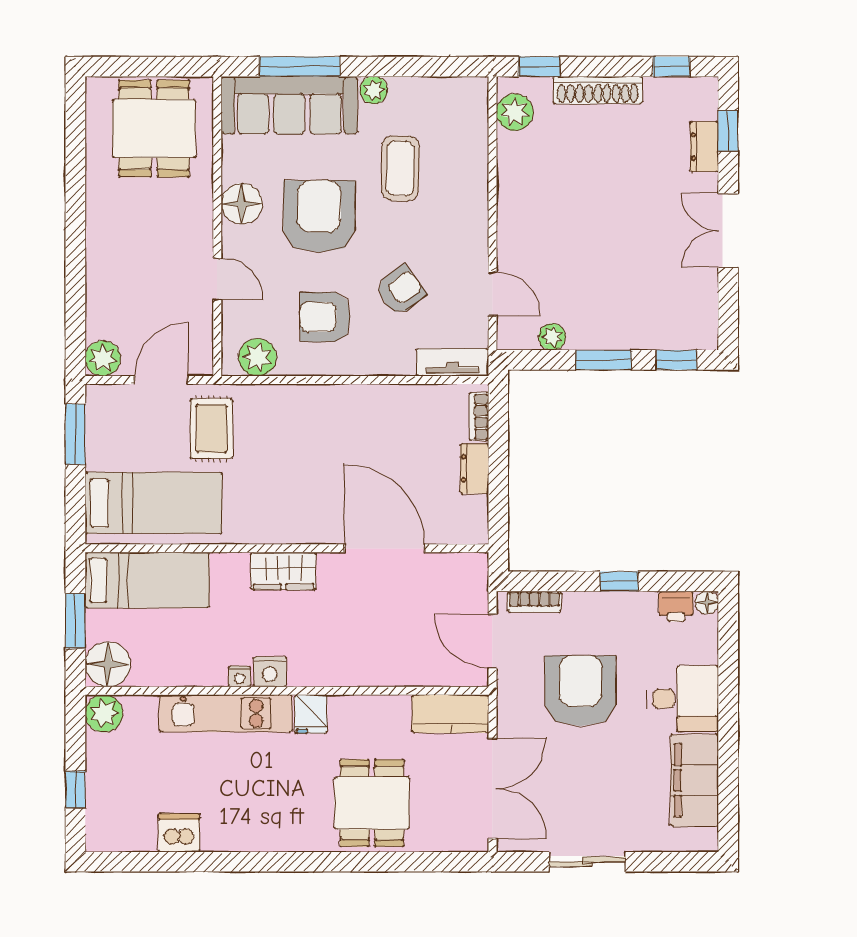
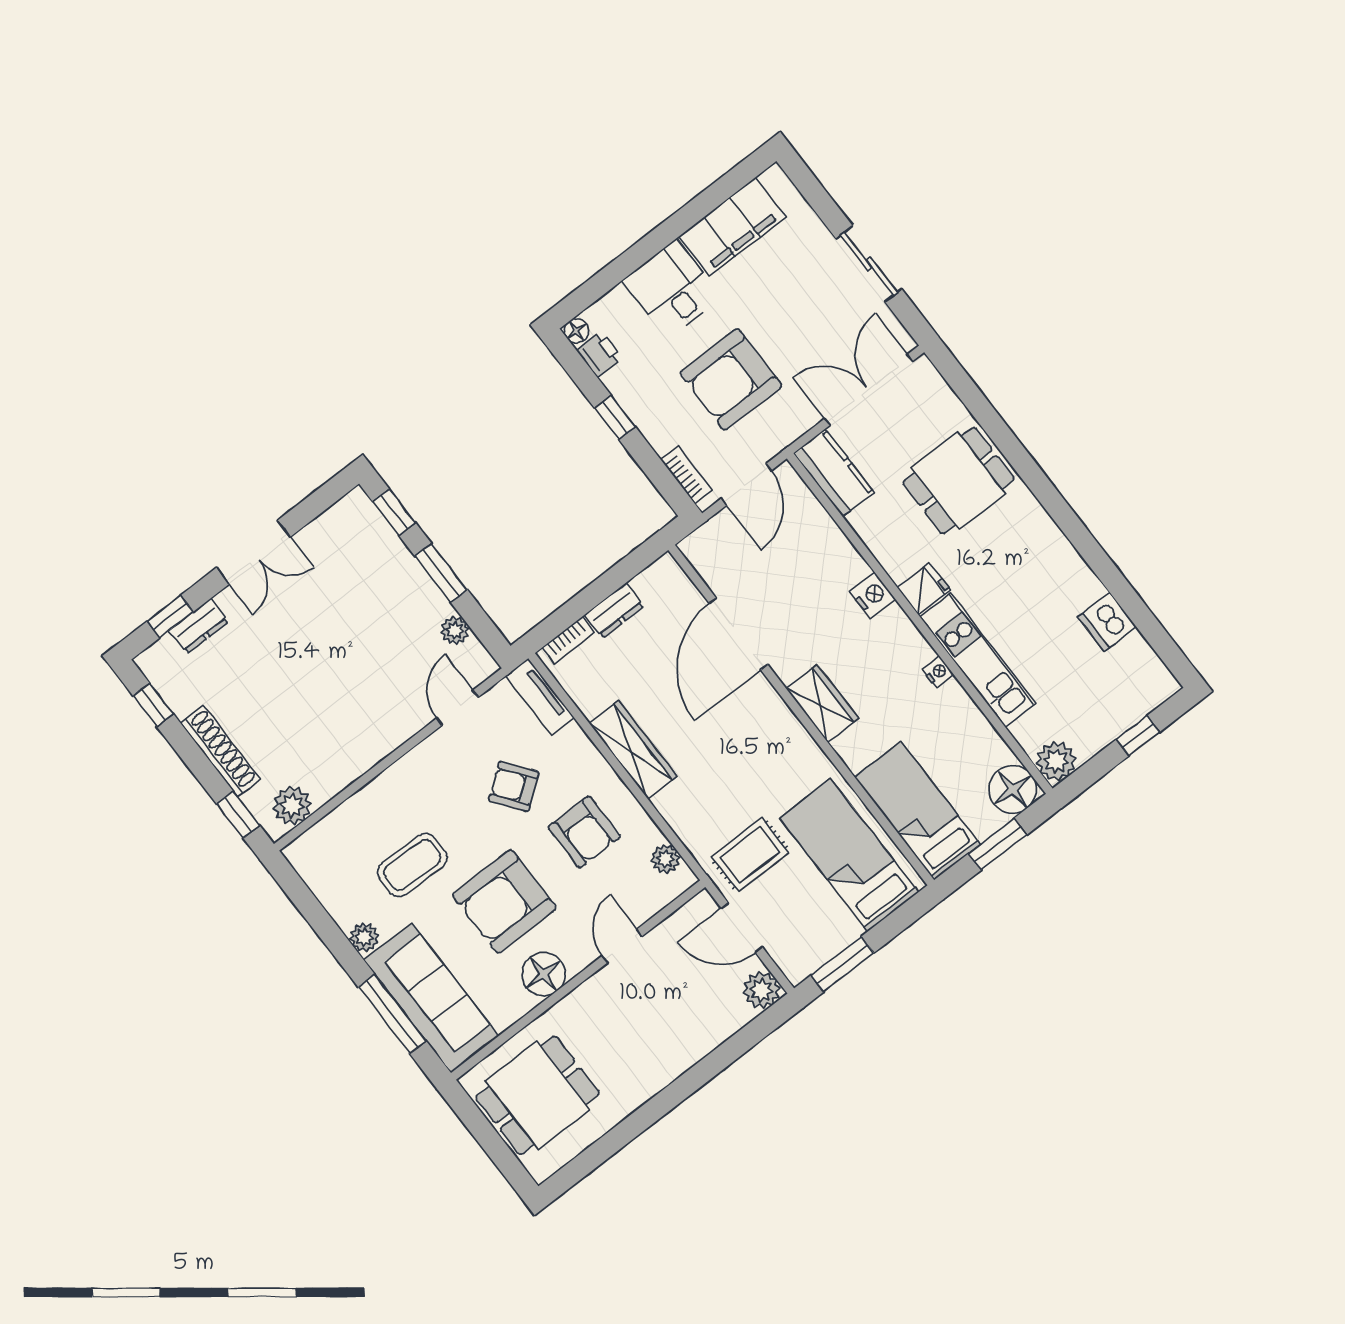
plant: (258, 357) -> (665, 859), width x0.73, depth x0.73
wardrobe: (359, 402) -> (633, 750), added
nightstand: (270, 672) -> (873, 595), moved

